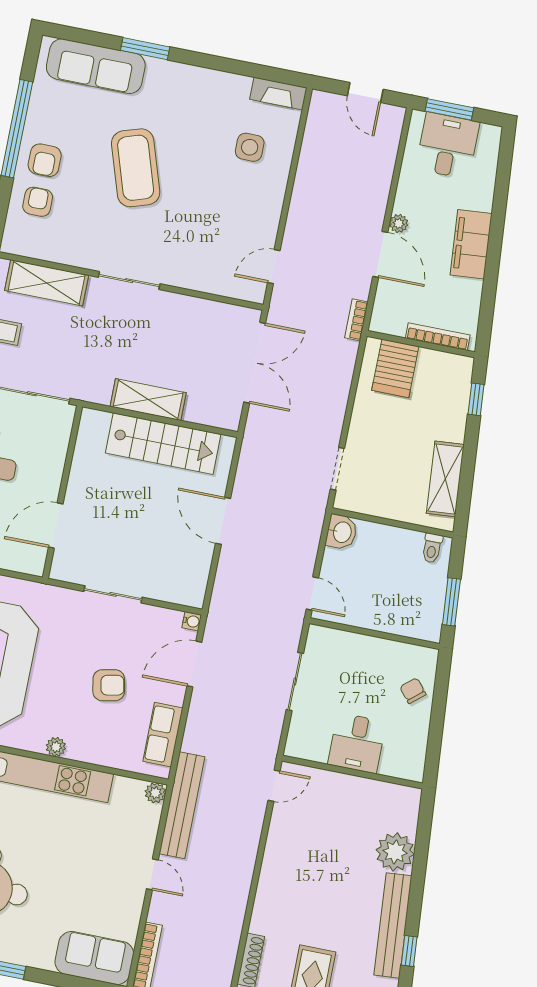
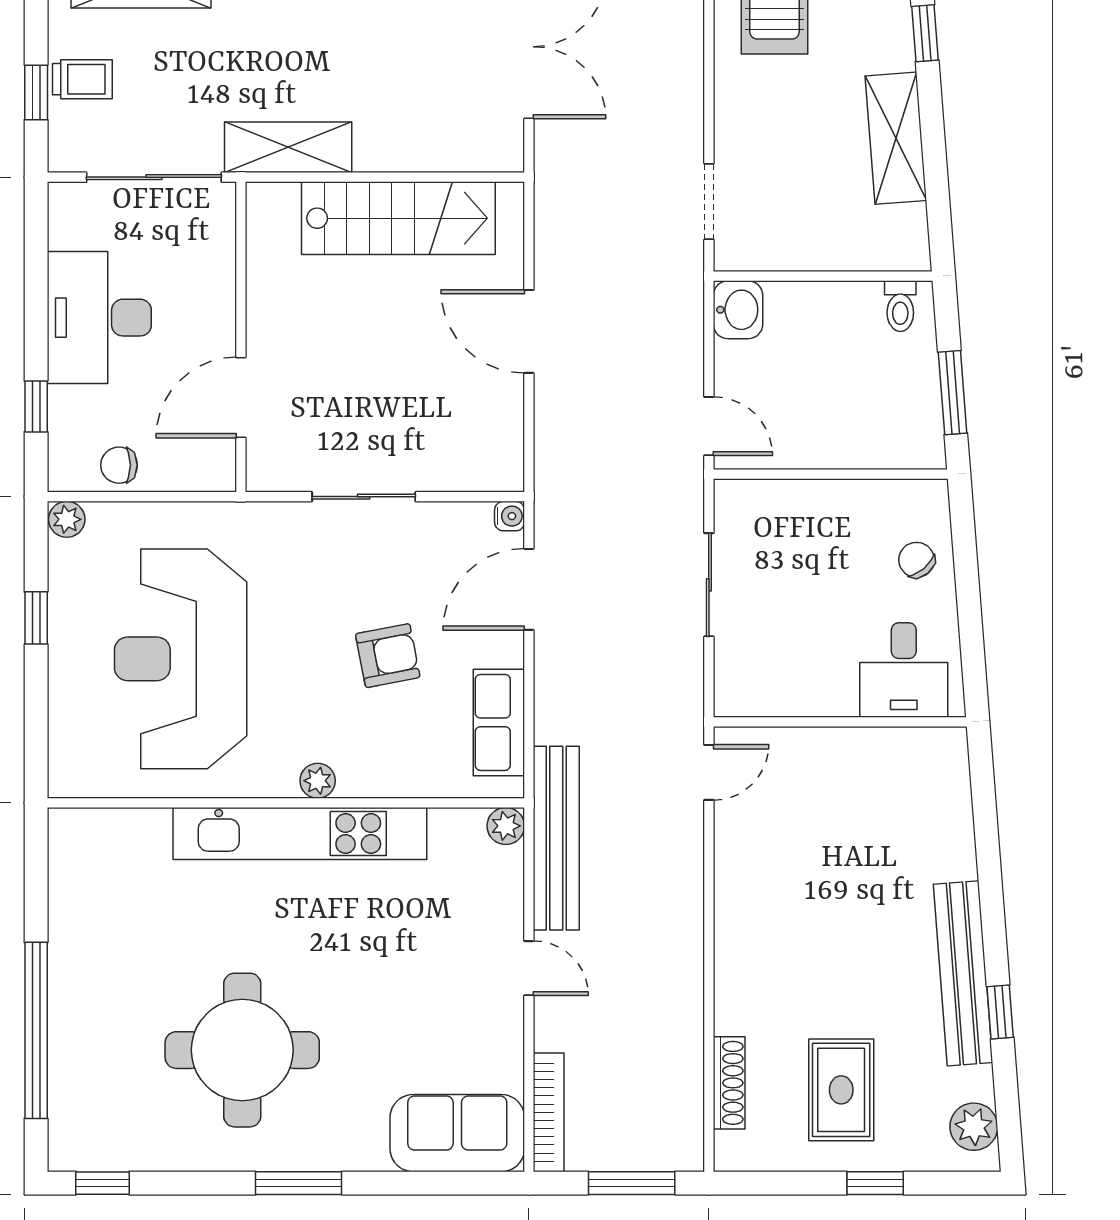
shelving: (148, 400) -> (288, 147), moved
shelving: (445, 479) -> (896, 138), moved
desk: (357, 743) -> (904, 670), moved
plant: (395, 852) -> (942, 845), removed

